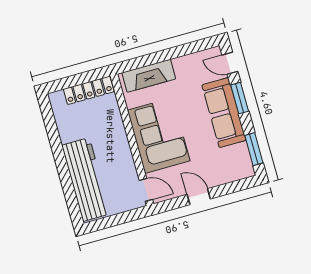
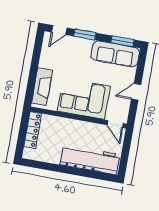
sofa: (224, 113) -> (115, 54), moved
door: (146, 190) -> (115, 124), swing flipped

